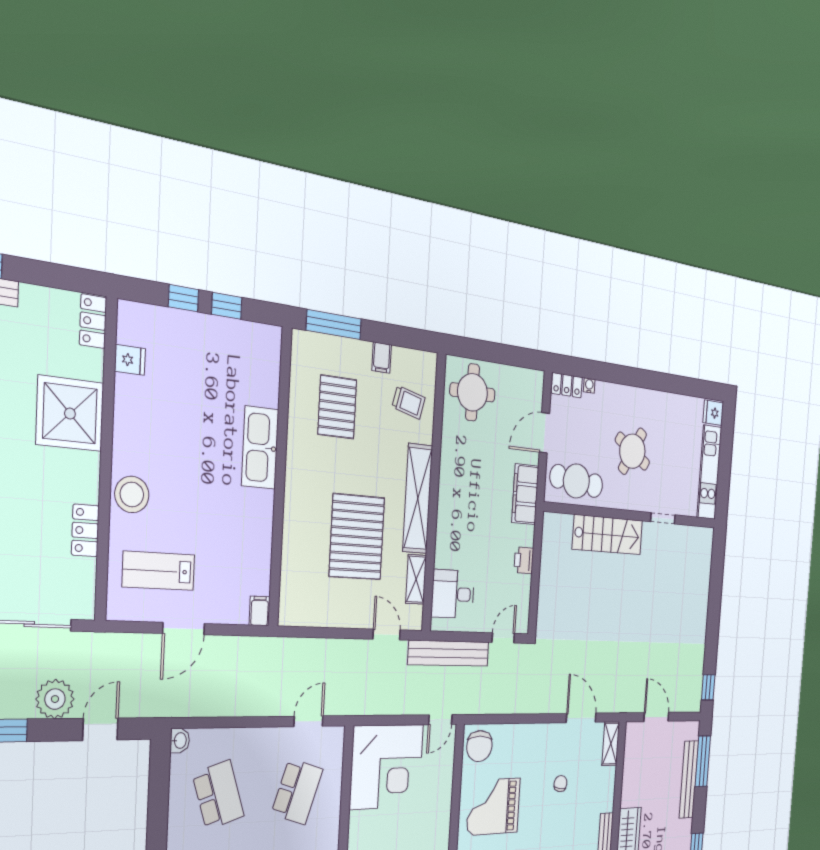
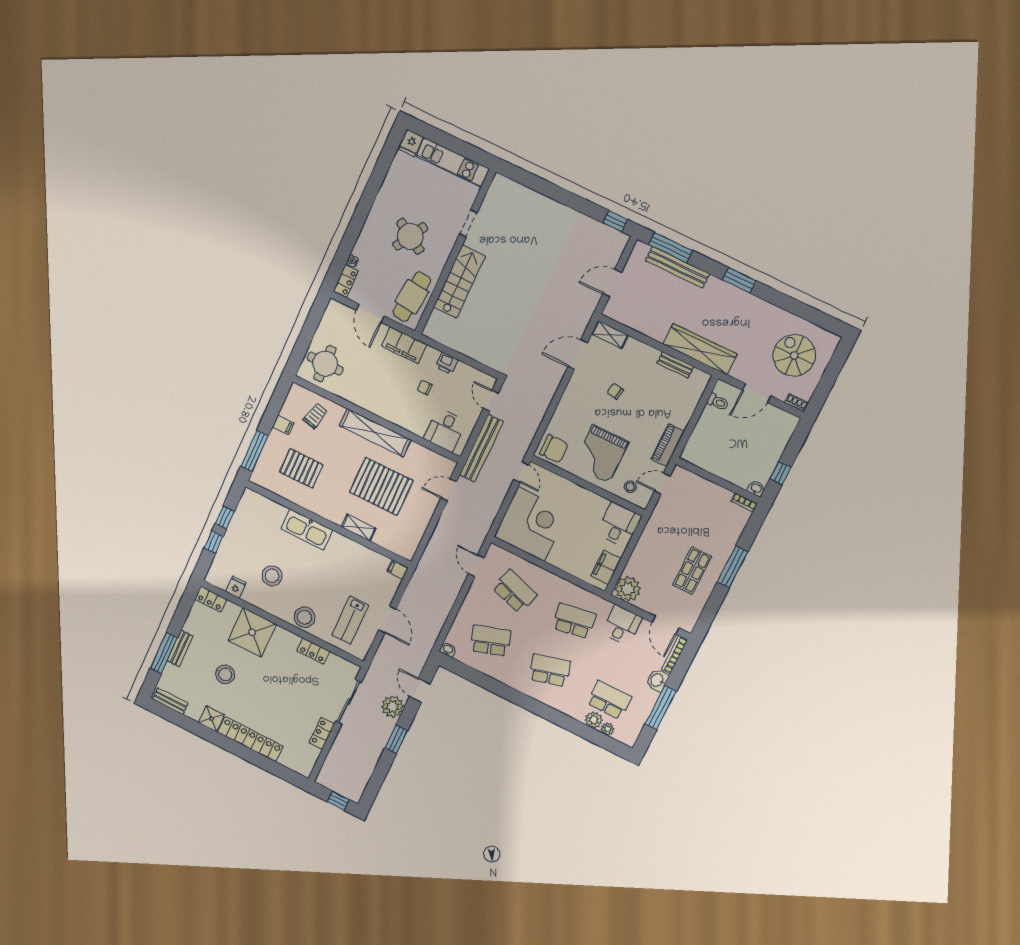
stool: (172, 416) -> (272, 576), added
chair: (490, 543) -> (425, 388), added
shelving: (416, 579) -> (358, 528), moved

